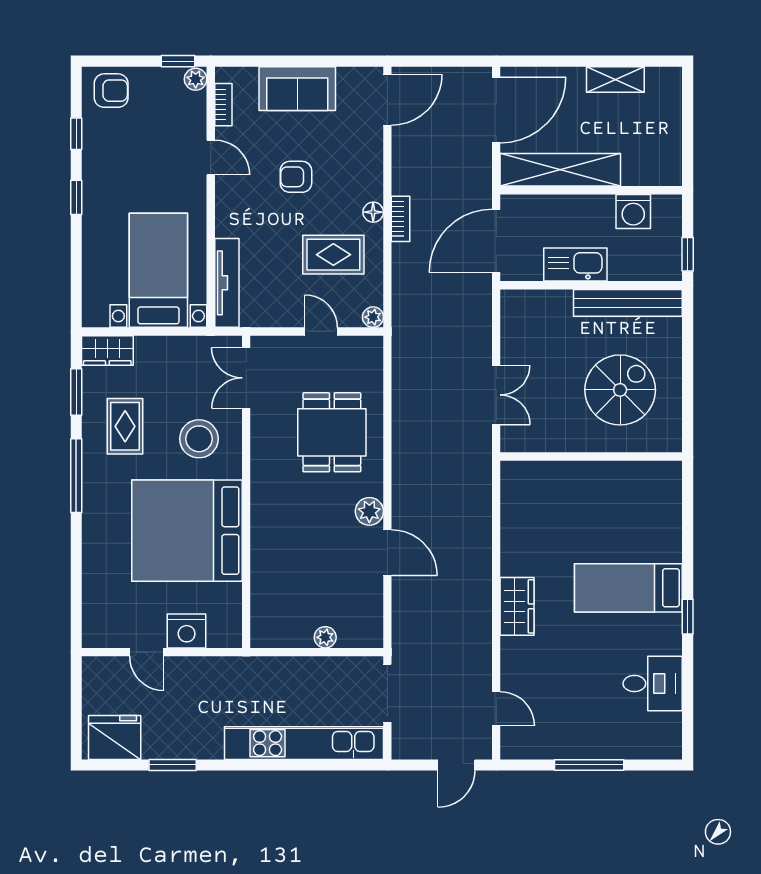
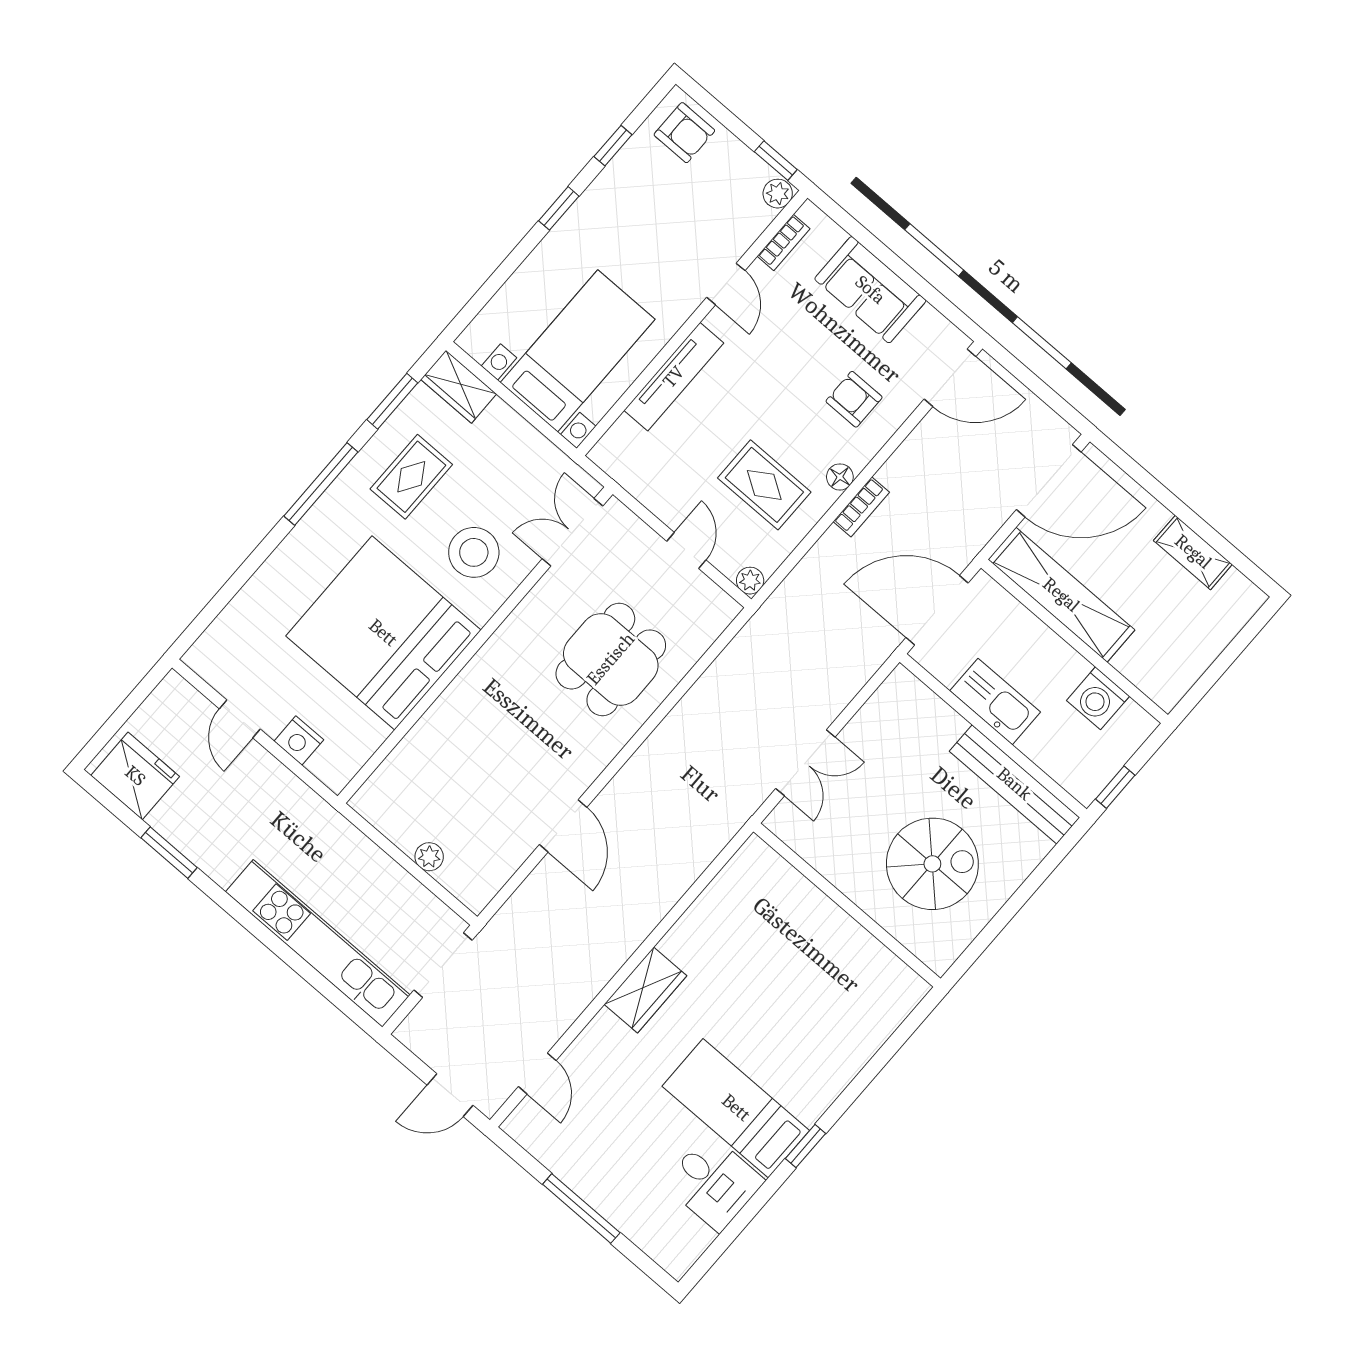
armchair: (296, 177) -> (854, 399), moved
tv unit: (227, 283) -> (674, 377), moved
plant: (369, 511) -> (580, 770), removed
bed: (628, 588) -> (736, 1108), moved
nightstand: (187, 631) -> (299, 740), width x0.74, depth x0.75

